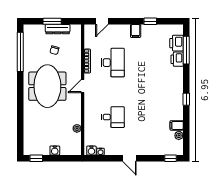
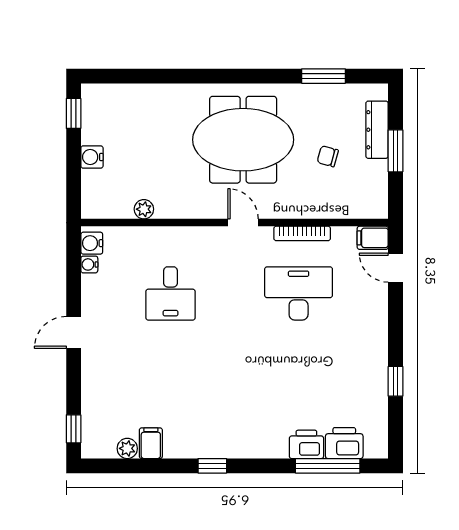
dresser: (58, 29) -> (377, 130), moved
filing cabinet: (136, 31) -> (373, 238), moved
window: (20, 52) -> (324, 76), width x0.47
desk: (113, 63) -> (299, 293), turned 180

